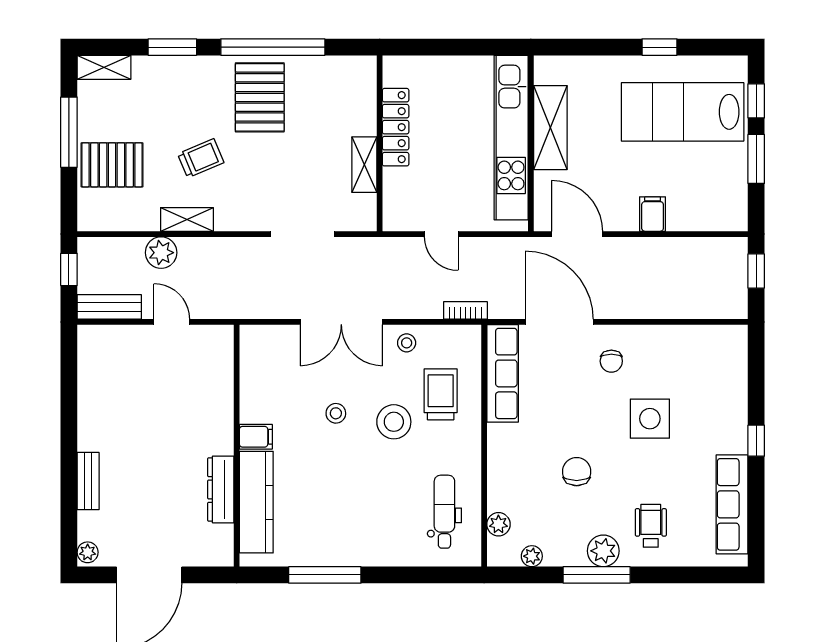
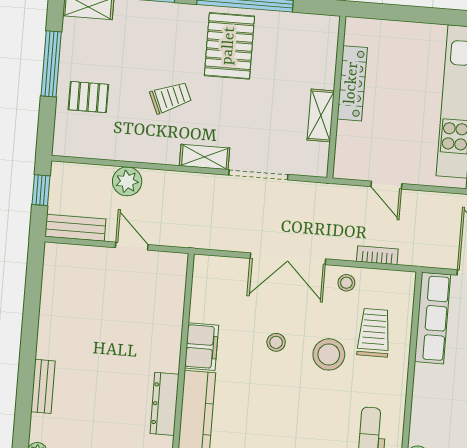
pallet: (112, 165) -> (88, 97), width x0.67, depth x0.71
shelving: (187, 219) -> (205, 157), moved
bookcase: (465, 310) -> (377, 255), moved
filing cabinet: (256, 437) -> (202, 347), width x2.00

